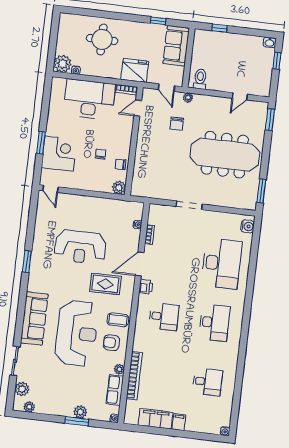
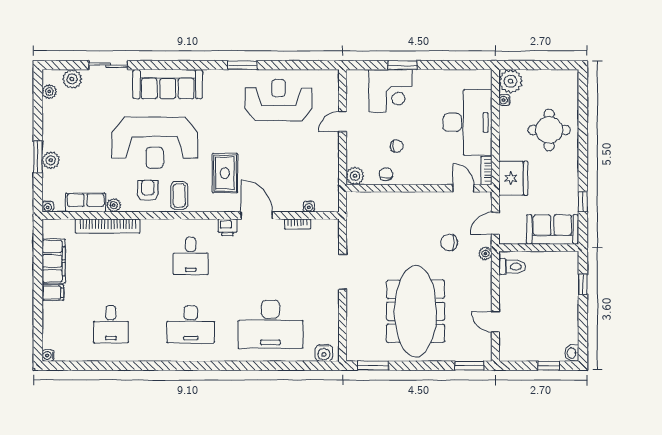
door: (50, 189) -> (343, 121), moved
reception desk: (80, 247) -> (279, 100), moved, turned 90

